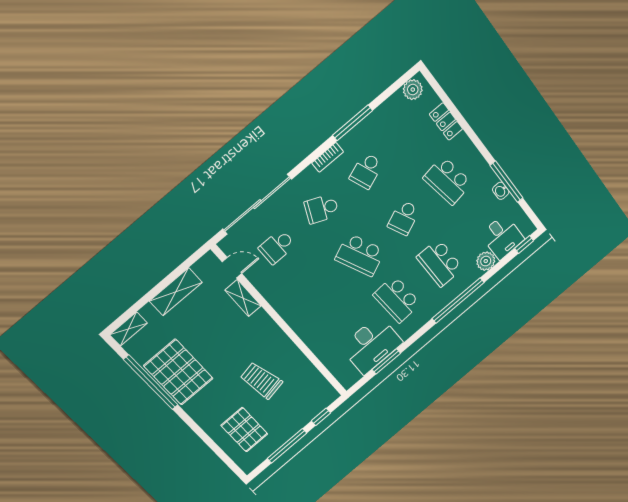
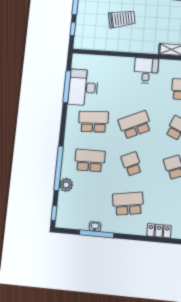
desk: (502, 237) -> (146, 70), moved, turned 90
window: (458, 301) -> (59, 168), moved
window: (386, 361) -> (67, 87), width x1.44

